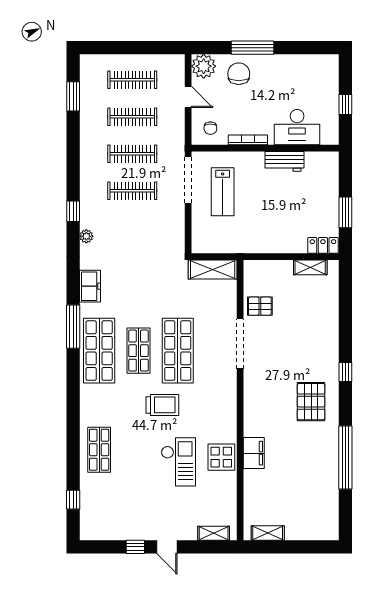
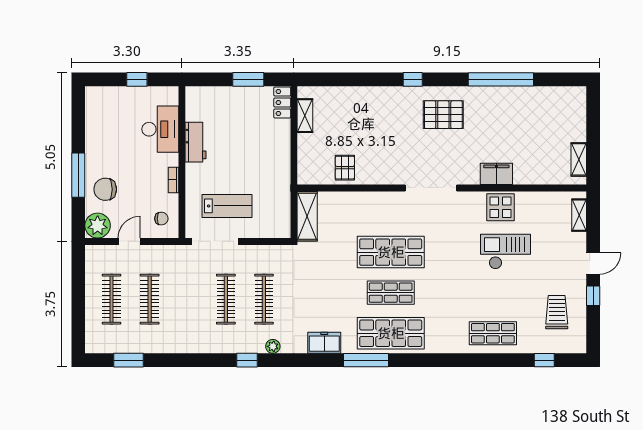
bookcase: (248, 140) -> (173, 180), width x0.64
clothes rail: (132, 154) -> (264, 299), moved
doorway: (240, 344) -> (431, 188), moved
trolley: (162, 405) -> (557, 312), moved

